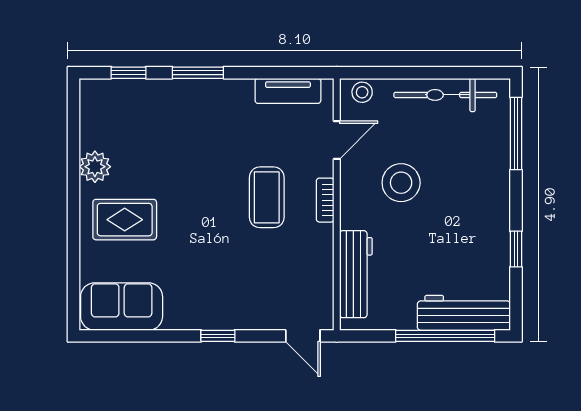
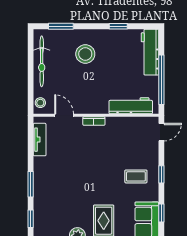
window: (516, 133) -> (61, 26), width x0.69
stool: (401, 183) -> (85, 54), moved
coffee table: (267, 197) -> (136, 176), moved, width x0.73, depth x0.77
window: (140, 336) -> (161, 213), added
window: (445, 336) -> (161, 80), moved

